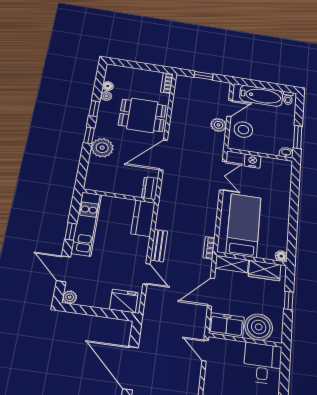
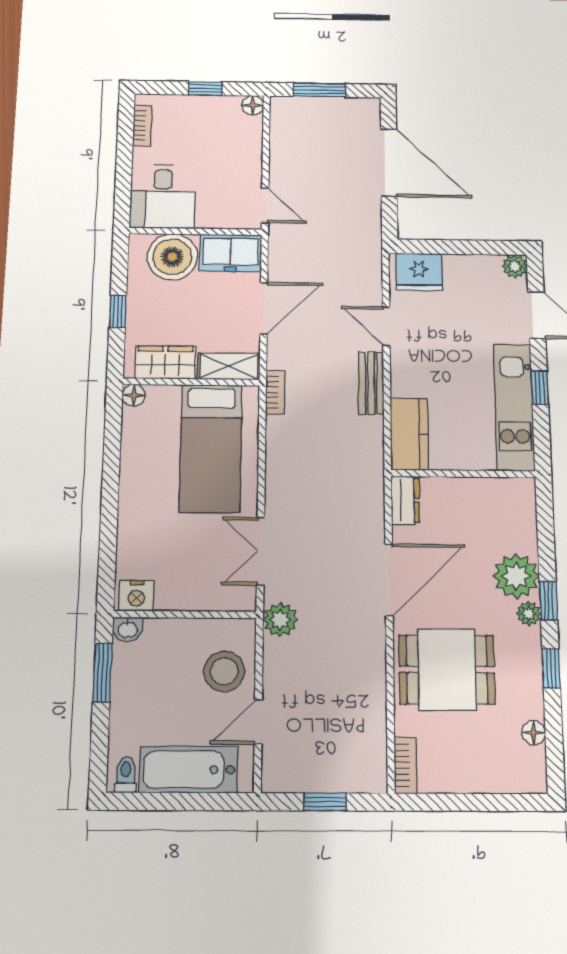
plant: (106, 96) -> (529, 614), moved
plant: (218, 125) -> (280, 620), moved
nightstand: (253, 161) -> (136, 596), moved

